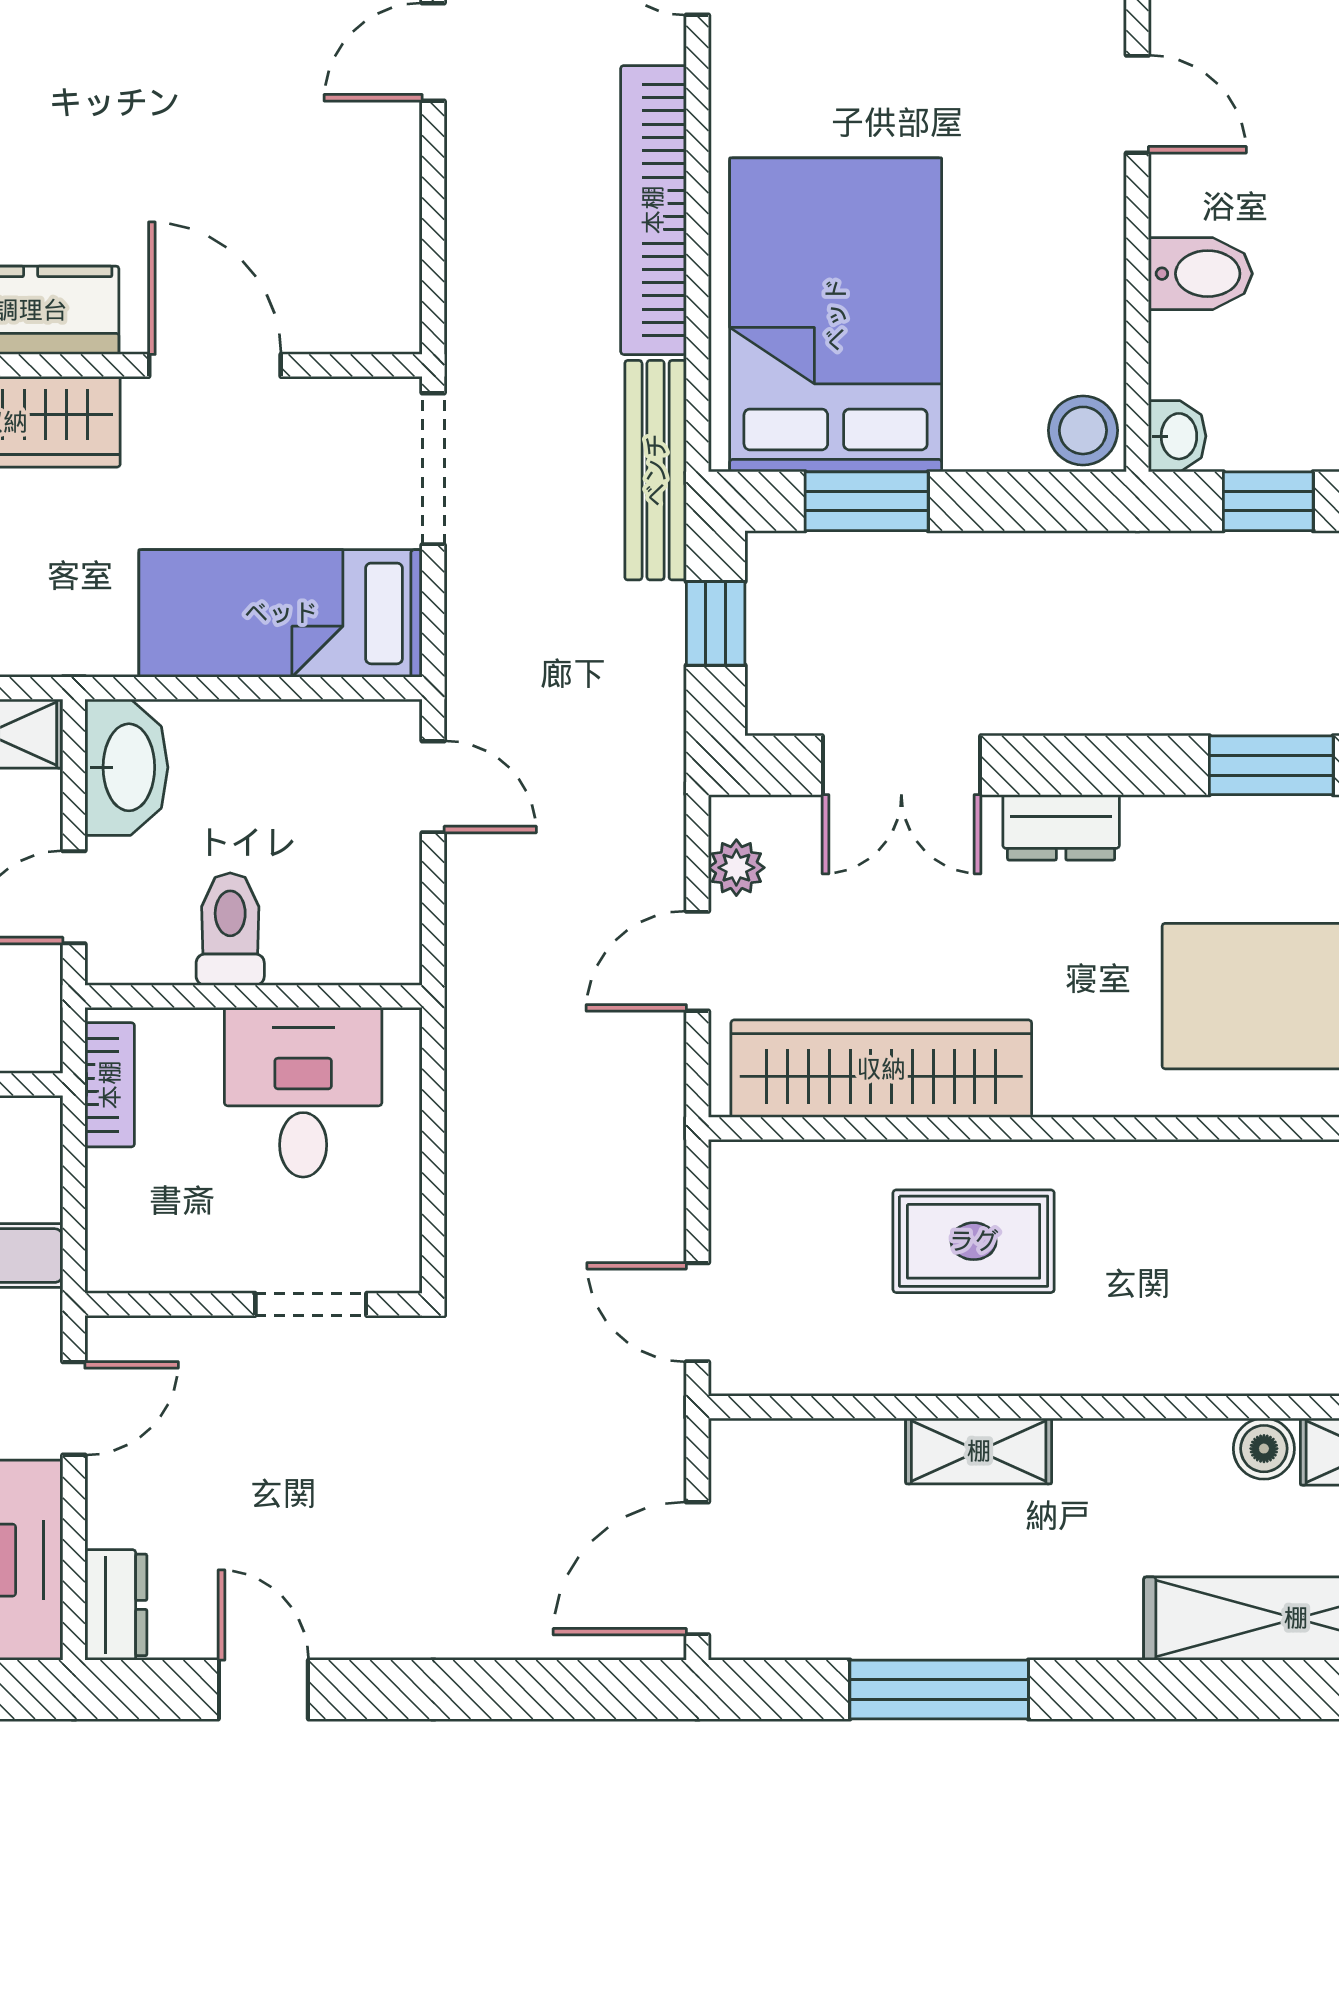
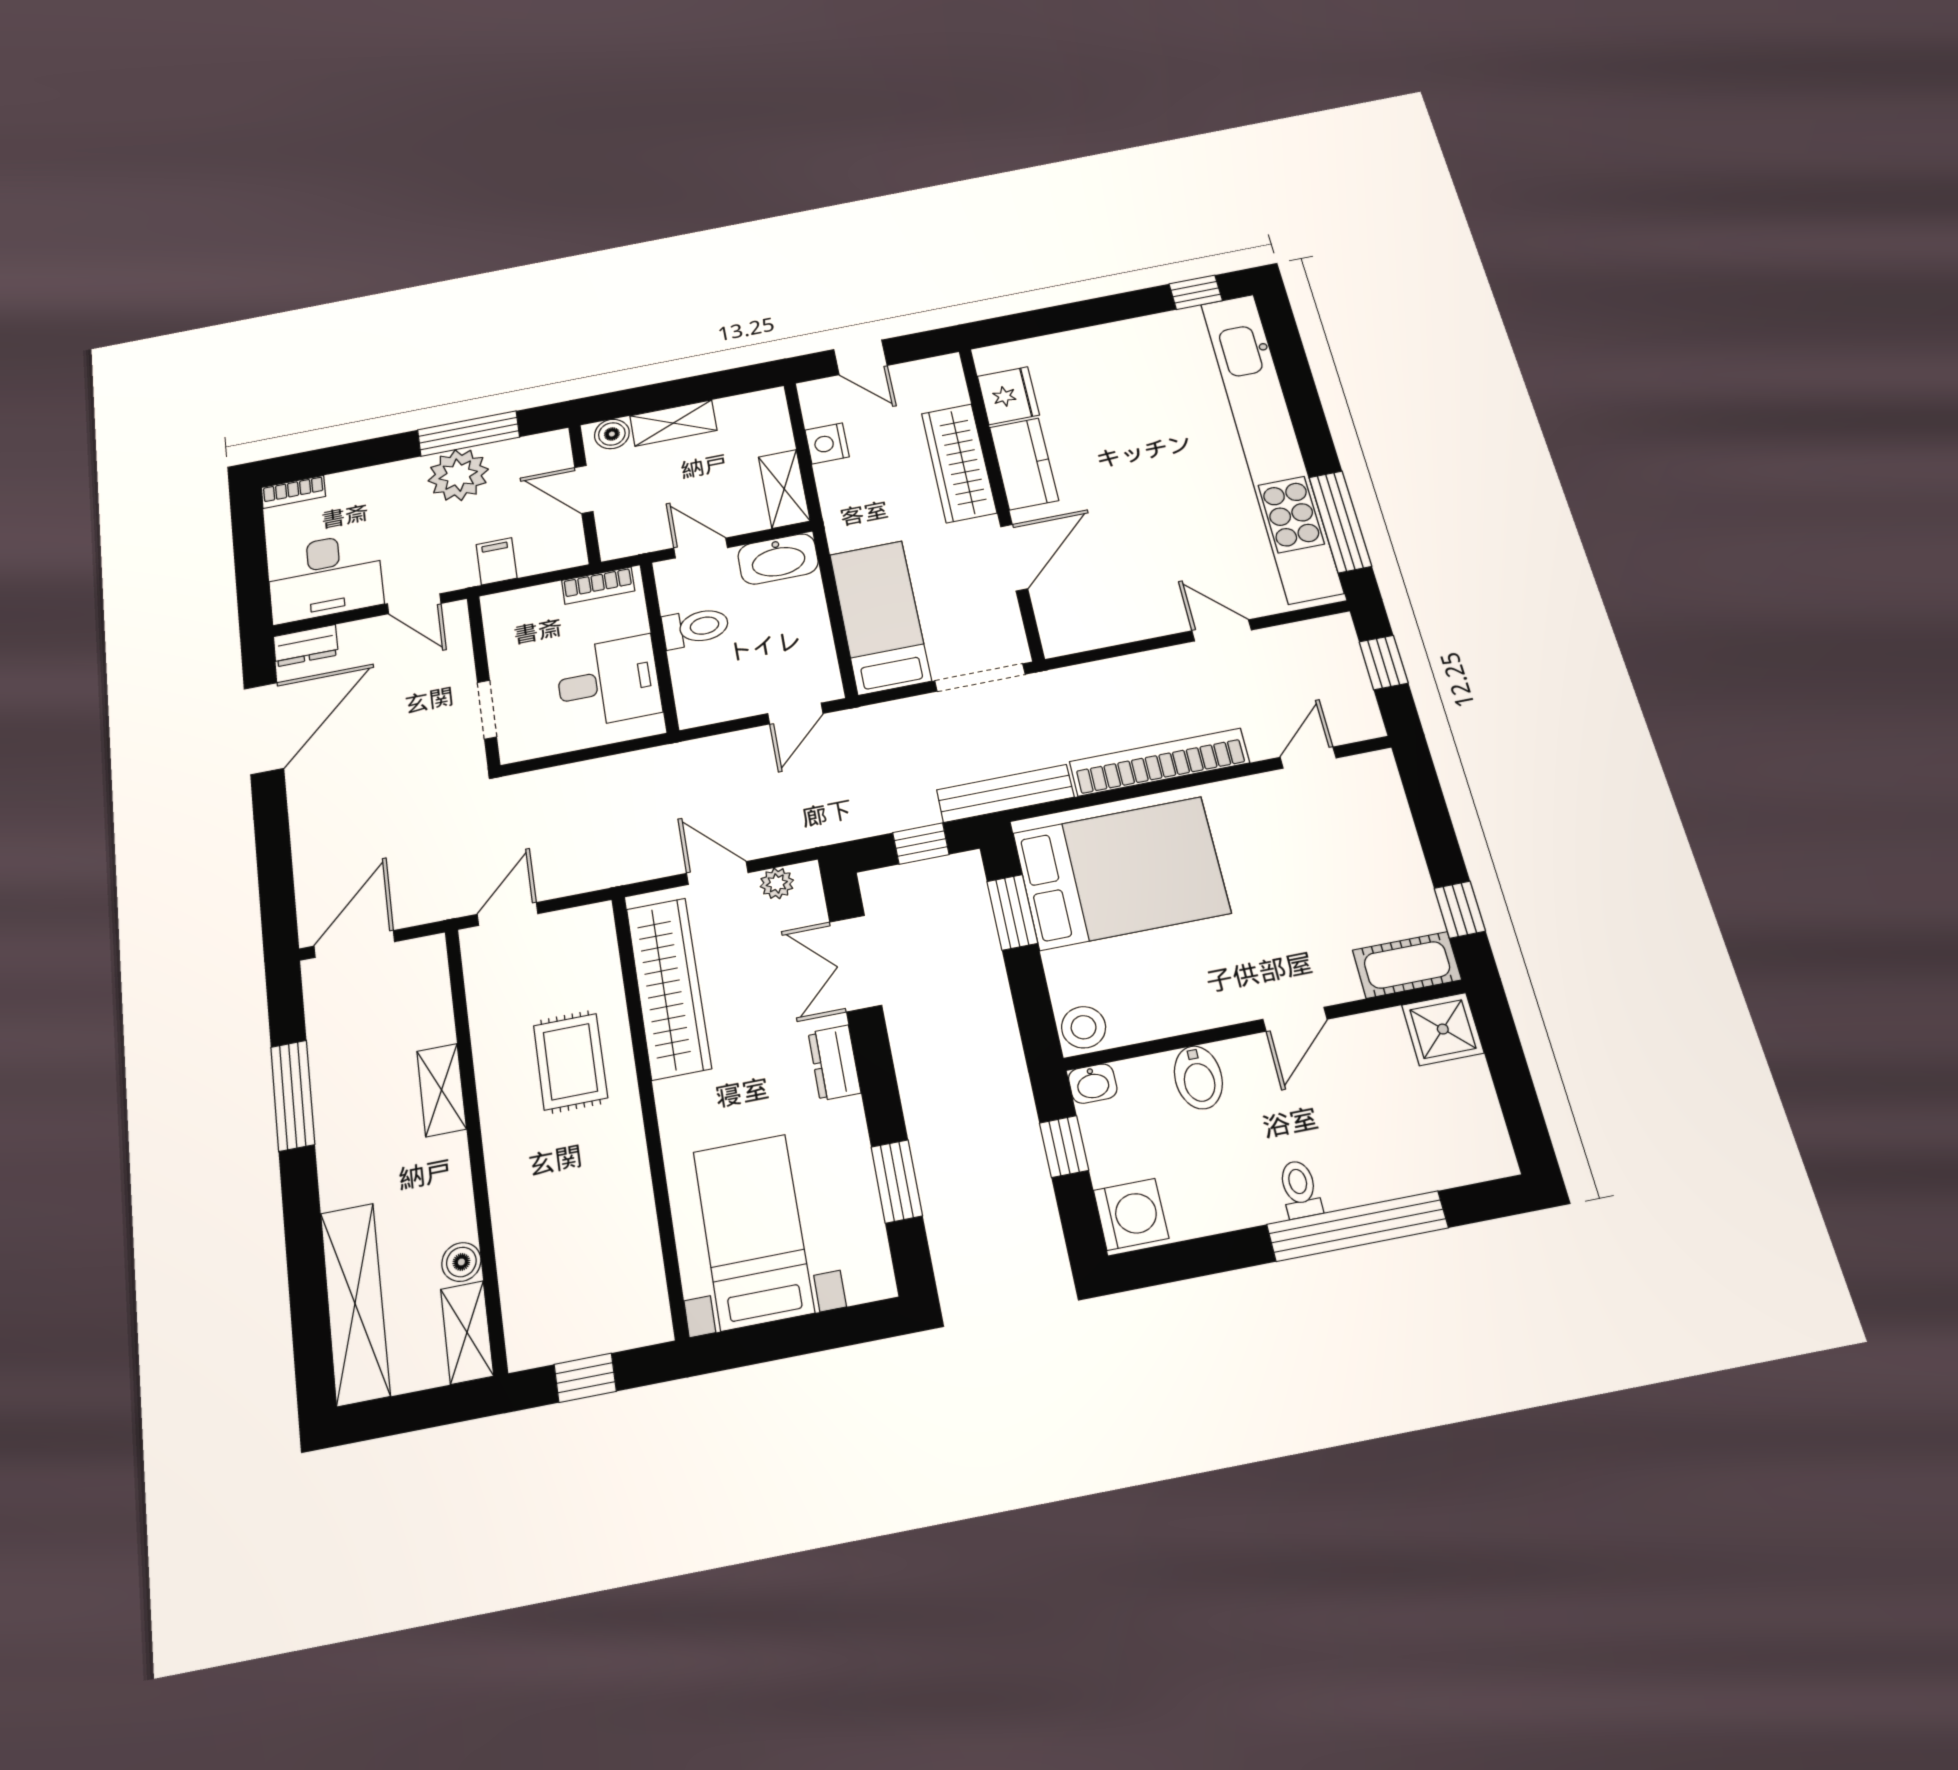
door: (697, 1568) -> (354, 944), hinge flipped
door: (263, 1689) -> (264, 728), width x1.87

